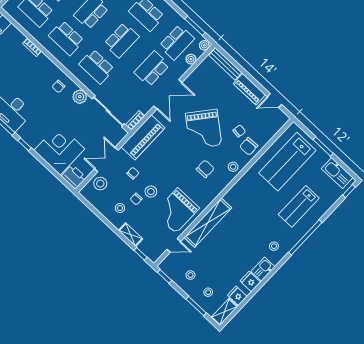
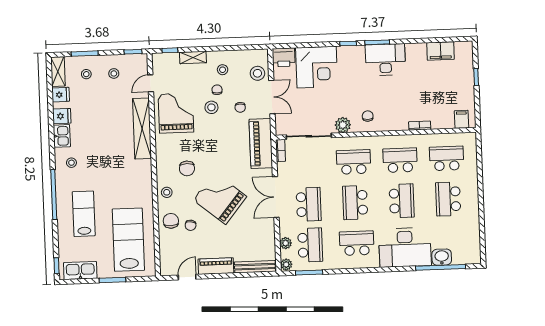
school desk: (177, 42) -> (310, 245), turned 180

